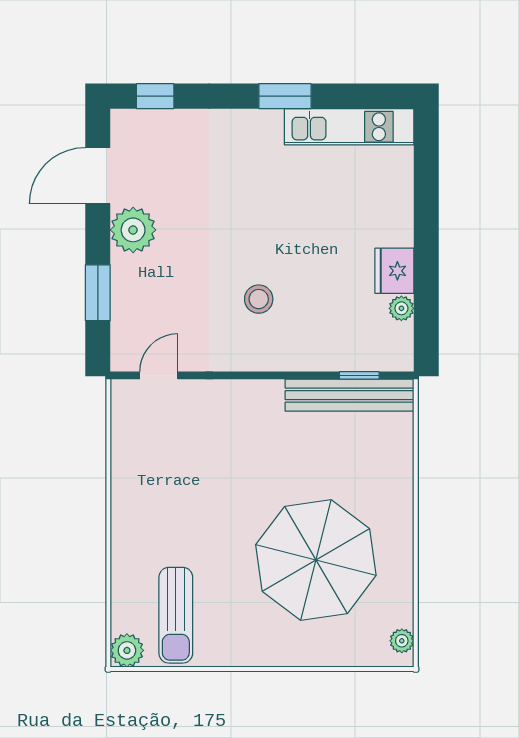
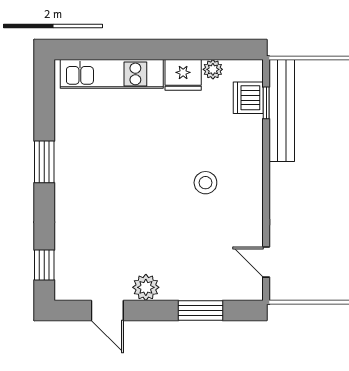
kitchen unit: (349, 127) -> (112, 74), moved, turned 90
door: (98, 176) -> (107, 310), width x0.73
plant: (133, 230) -> (146, 287), width x0.73, depth x0.73
dishwasher: (366, 353) -> (248, 98), added

